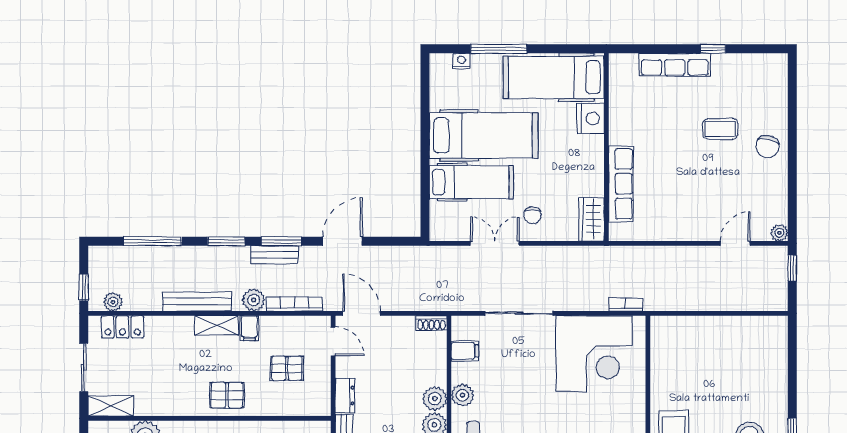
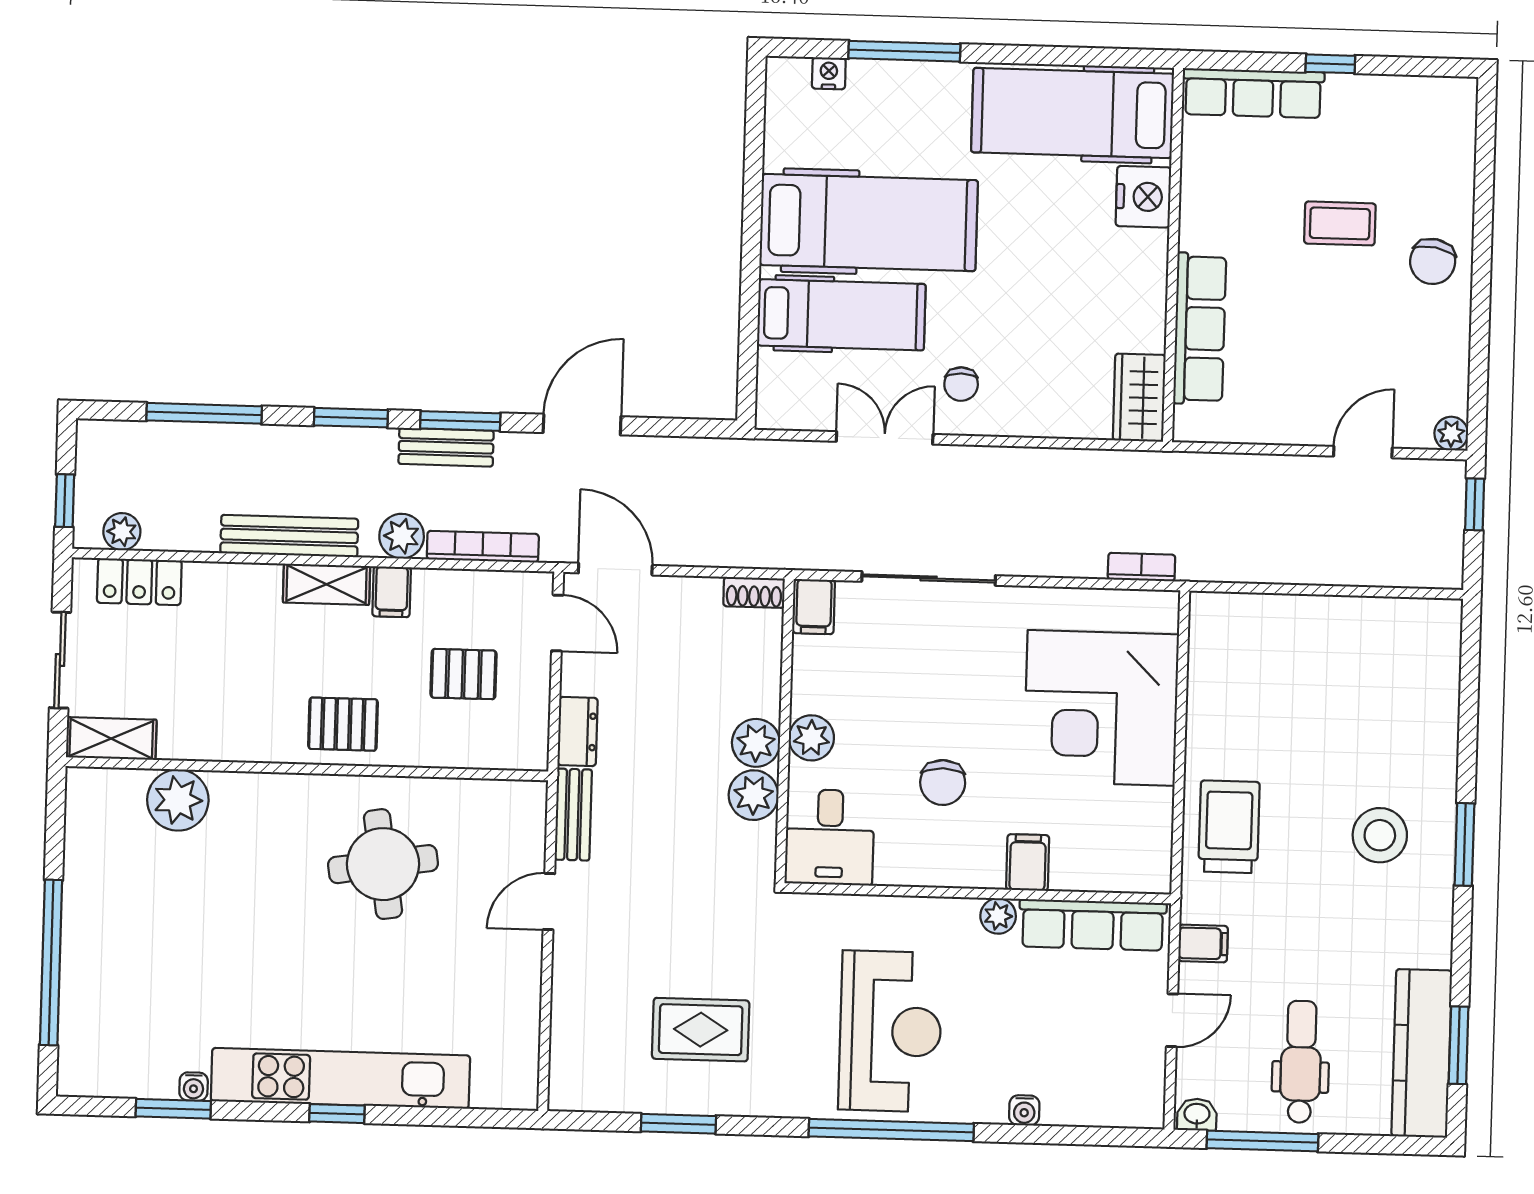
hospital bed: (554, 77) -> (1073, 113), moved
nightstand: (591, 118) -> (1143, 197), moved
wall: (606, 147) -> (1173, 255), moved
row of seats: (621, 184) -> (1200, 329), moved
wardrobe: (591, 219) -> (1139, 398), moved
filing cabinet: (465, 351) -> (814, 607), moved, turned 90
corner desk: (594, 354) -> (1101, 708), moved, turned 90
chair: (529, 416) -> (943, 783), added

